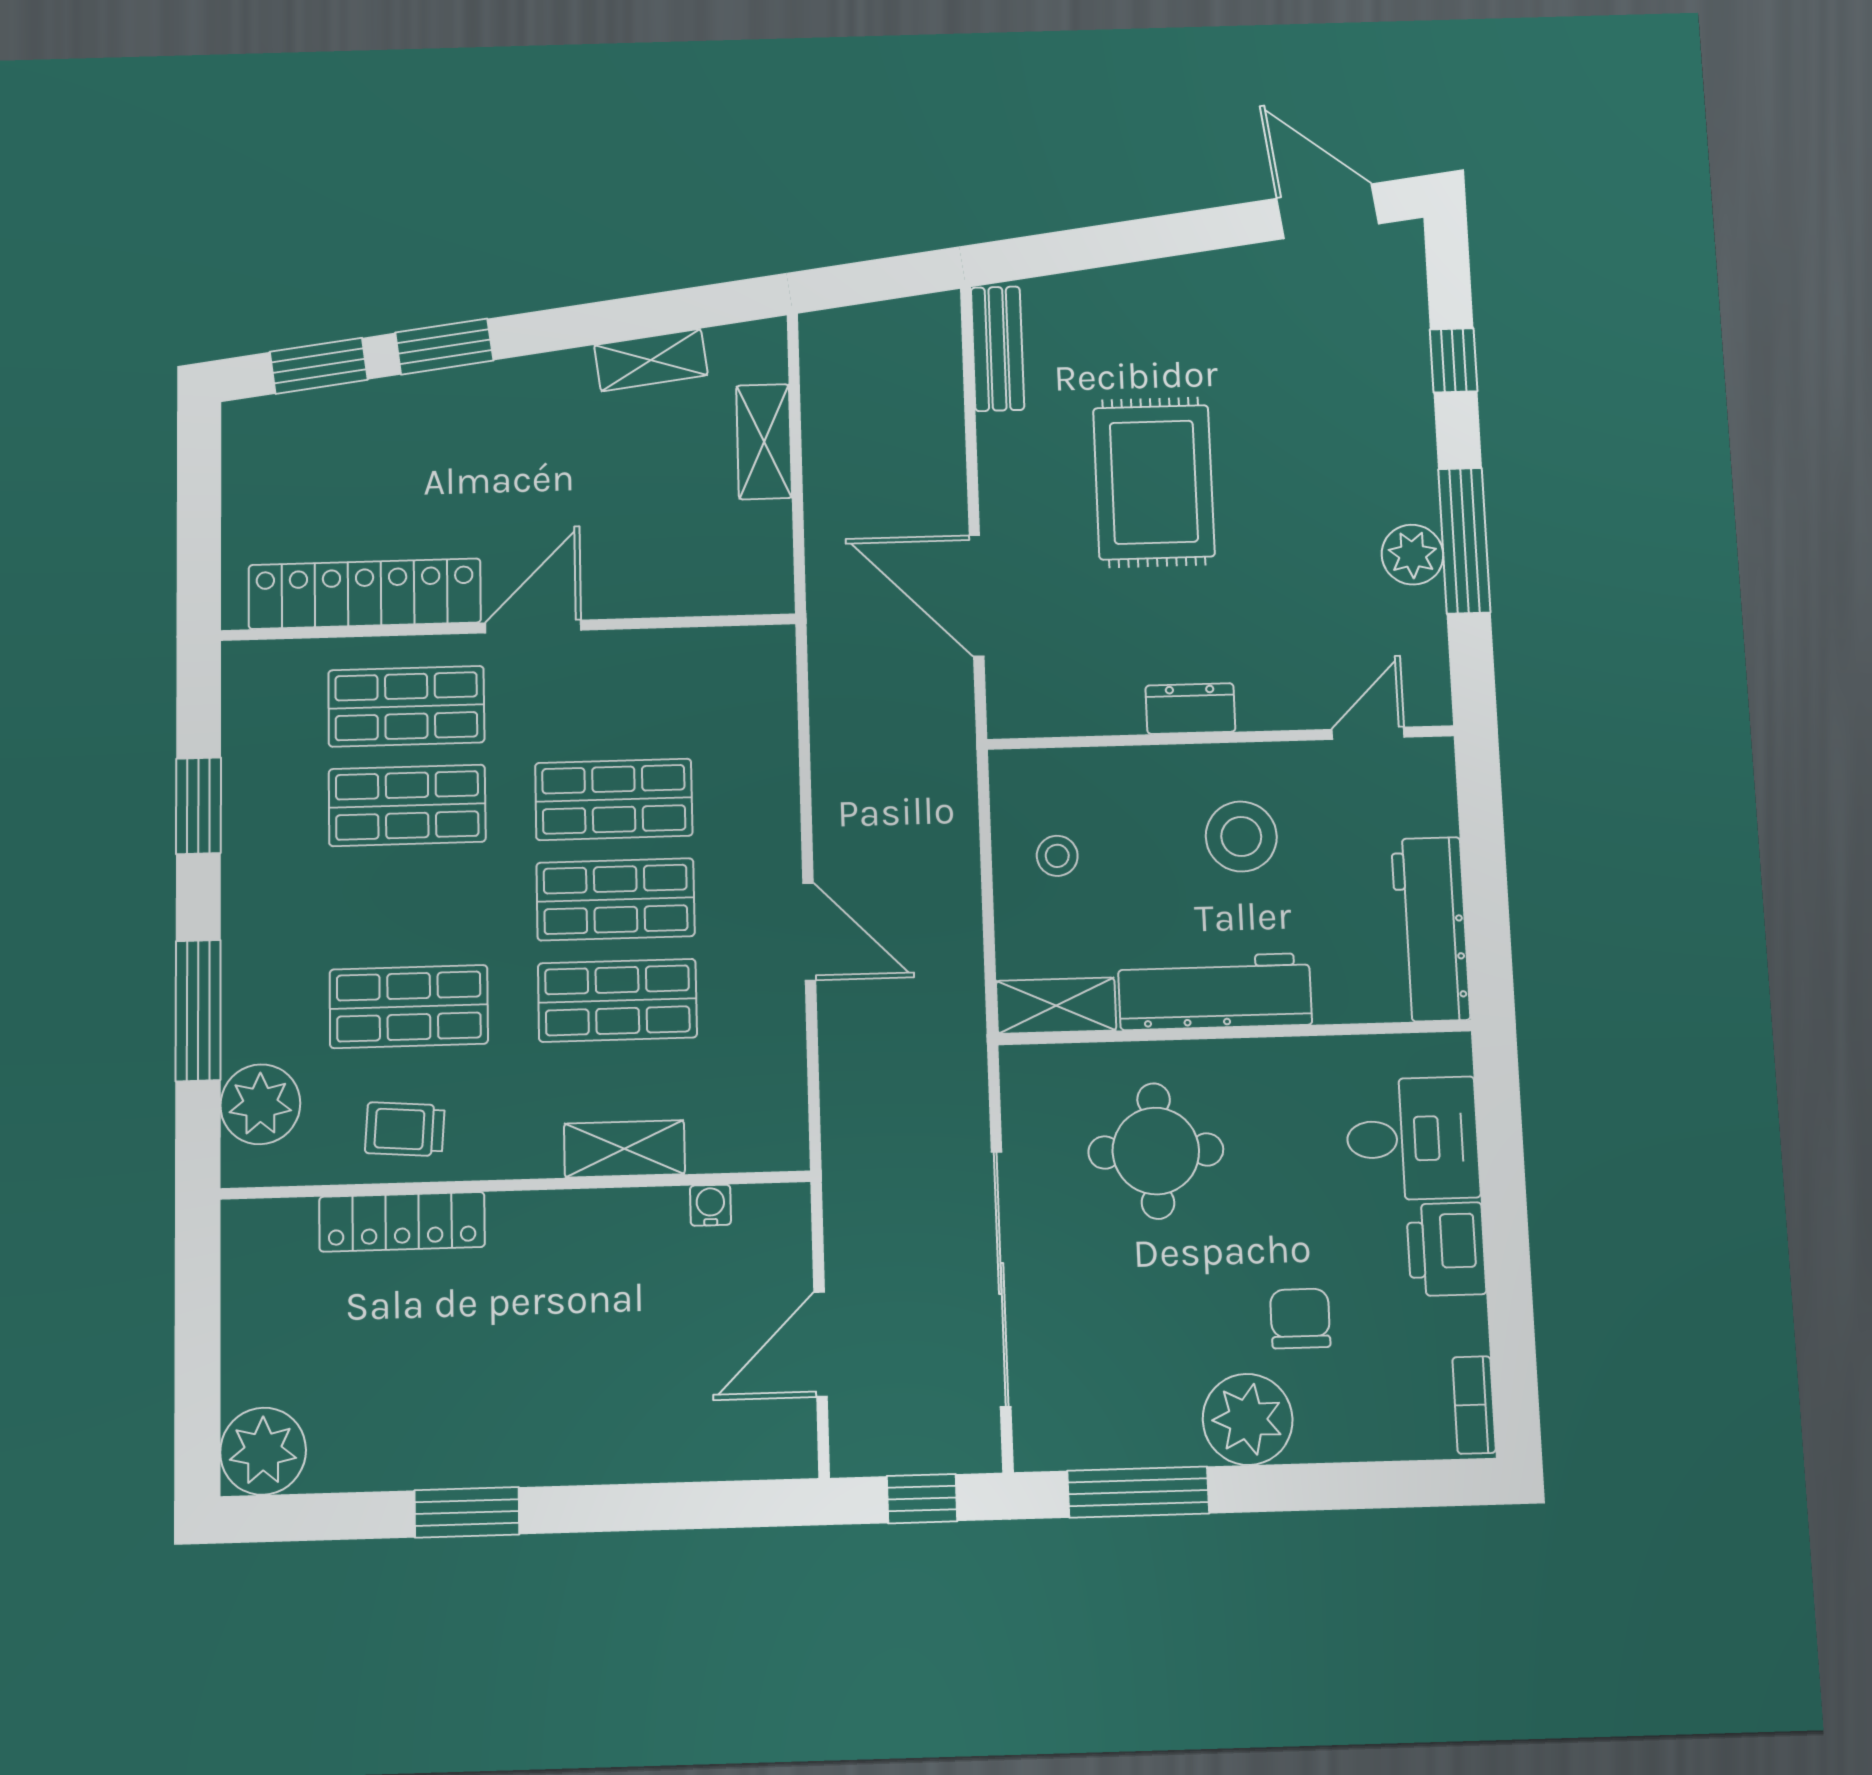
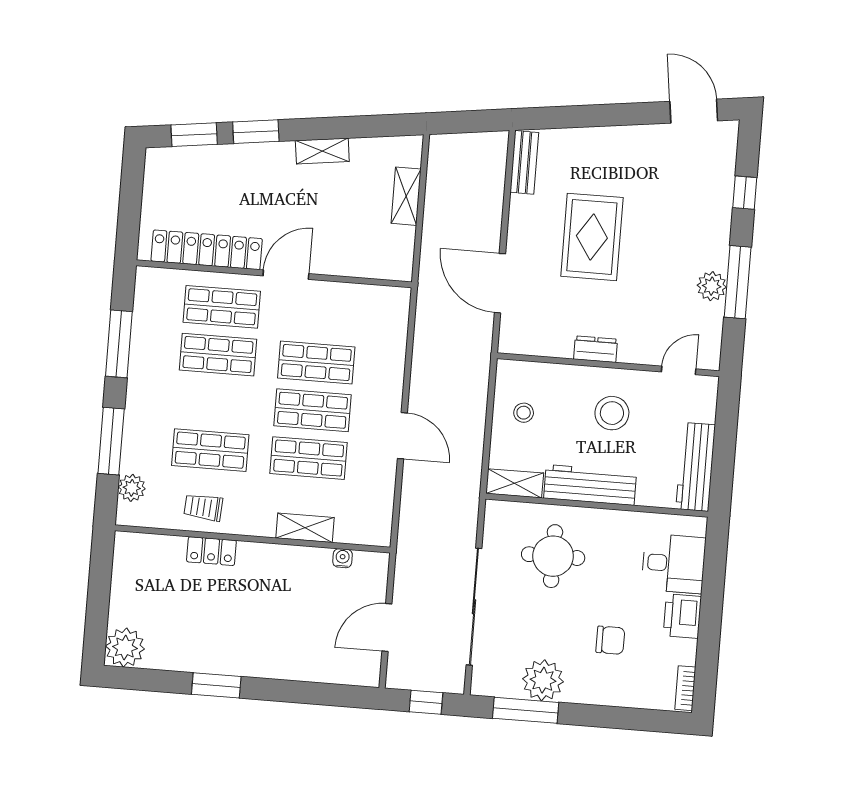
shelving: (651, 360) -> (322, 151), moved
window: (198, 806) -> (119, 344), width x1.44
plant: (260, 1104) -> (132, 488), width x0.73, depth x0.73
locker: (402, 1222) -> (211, 551), width x0.66
chair: (1300, 1318) -> (610, 640), turned 90
plant: (1248, 1419) -> (543, 680), moved

